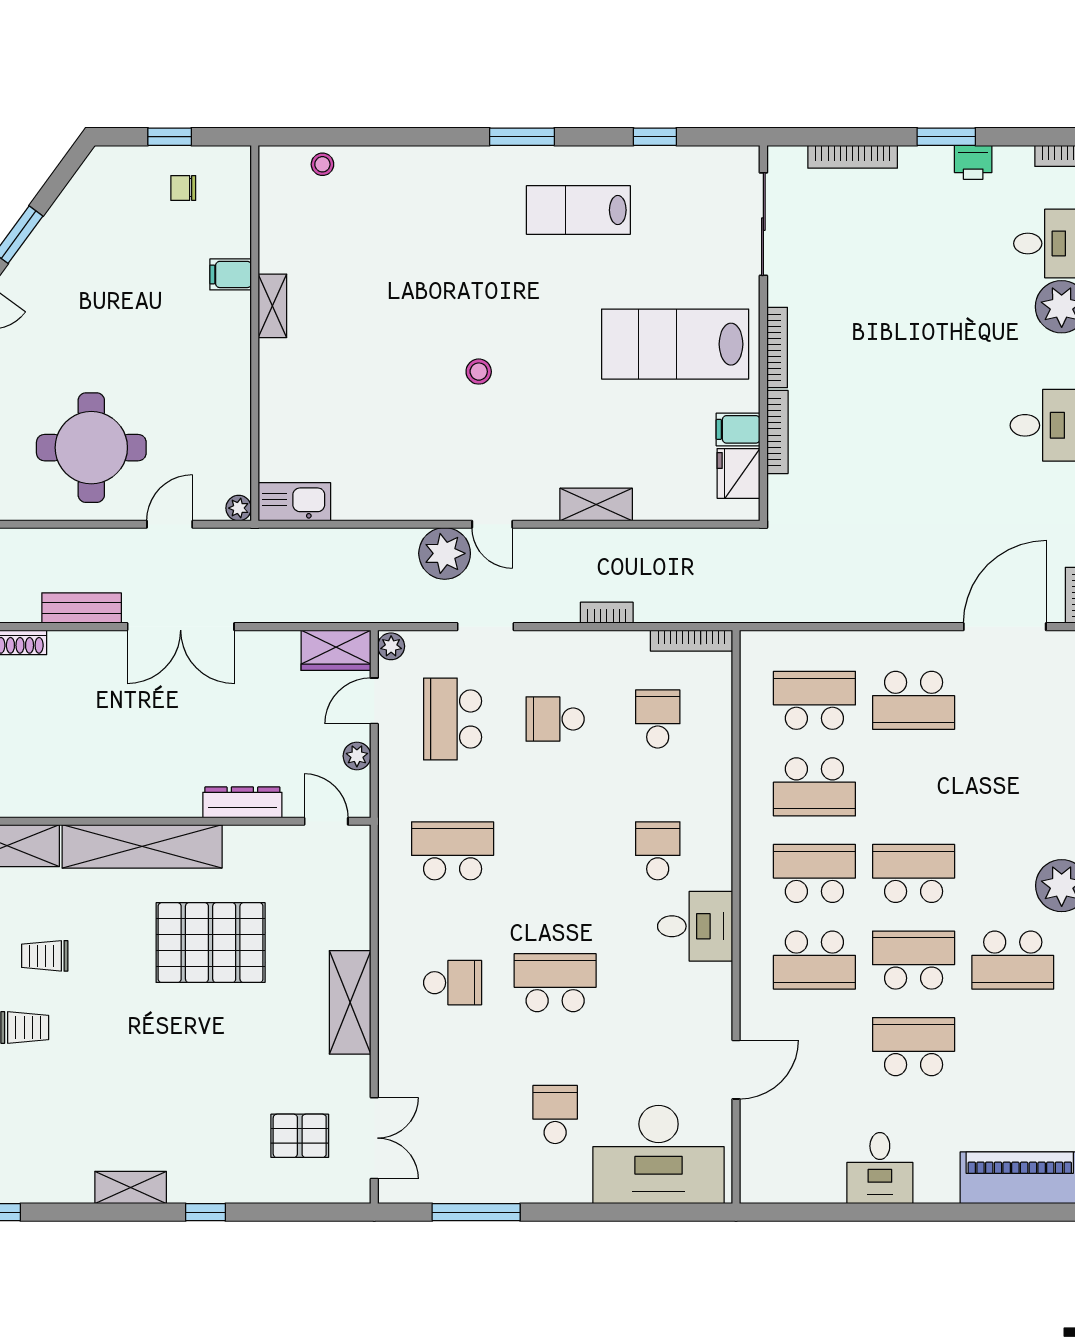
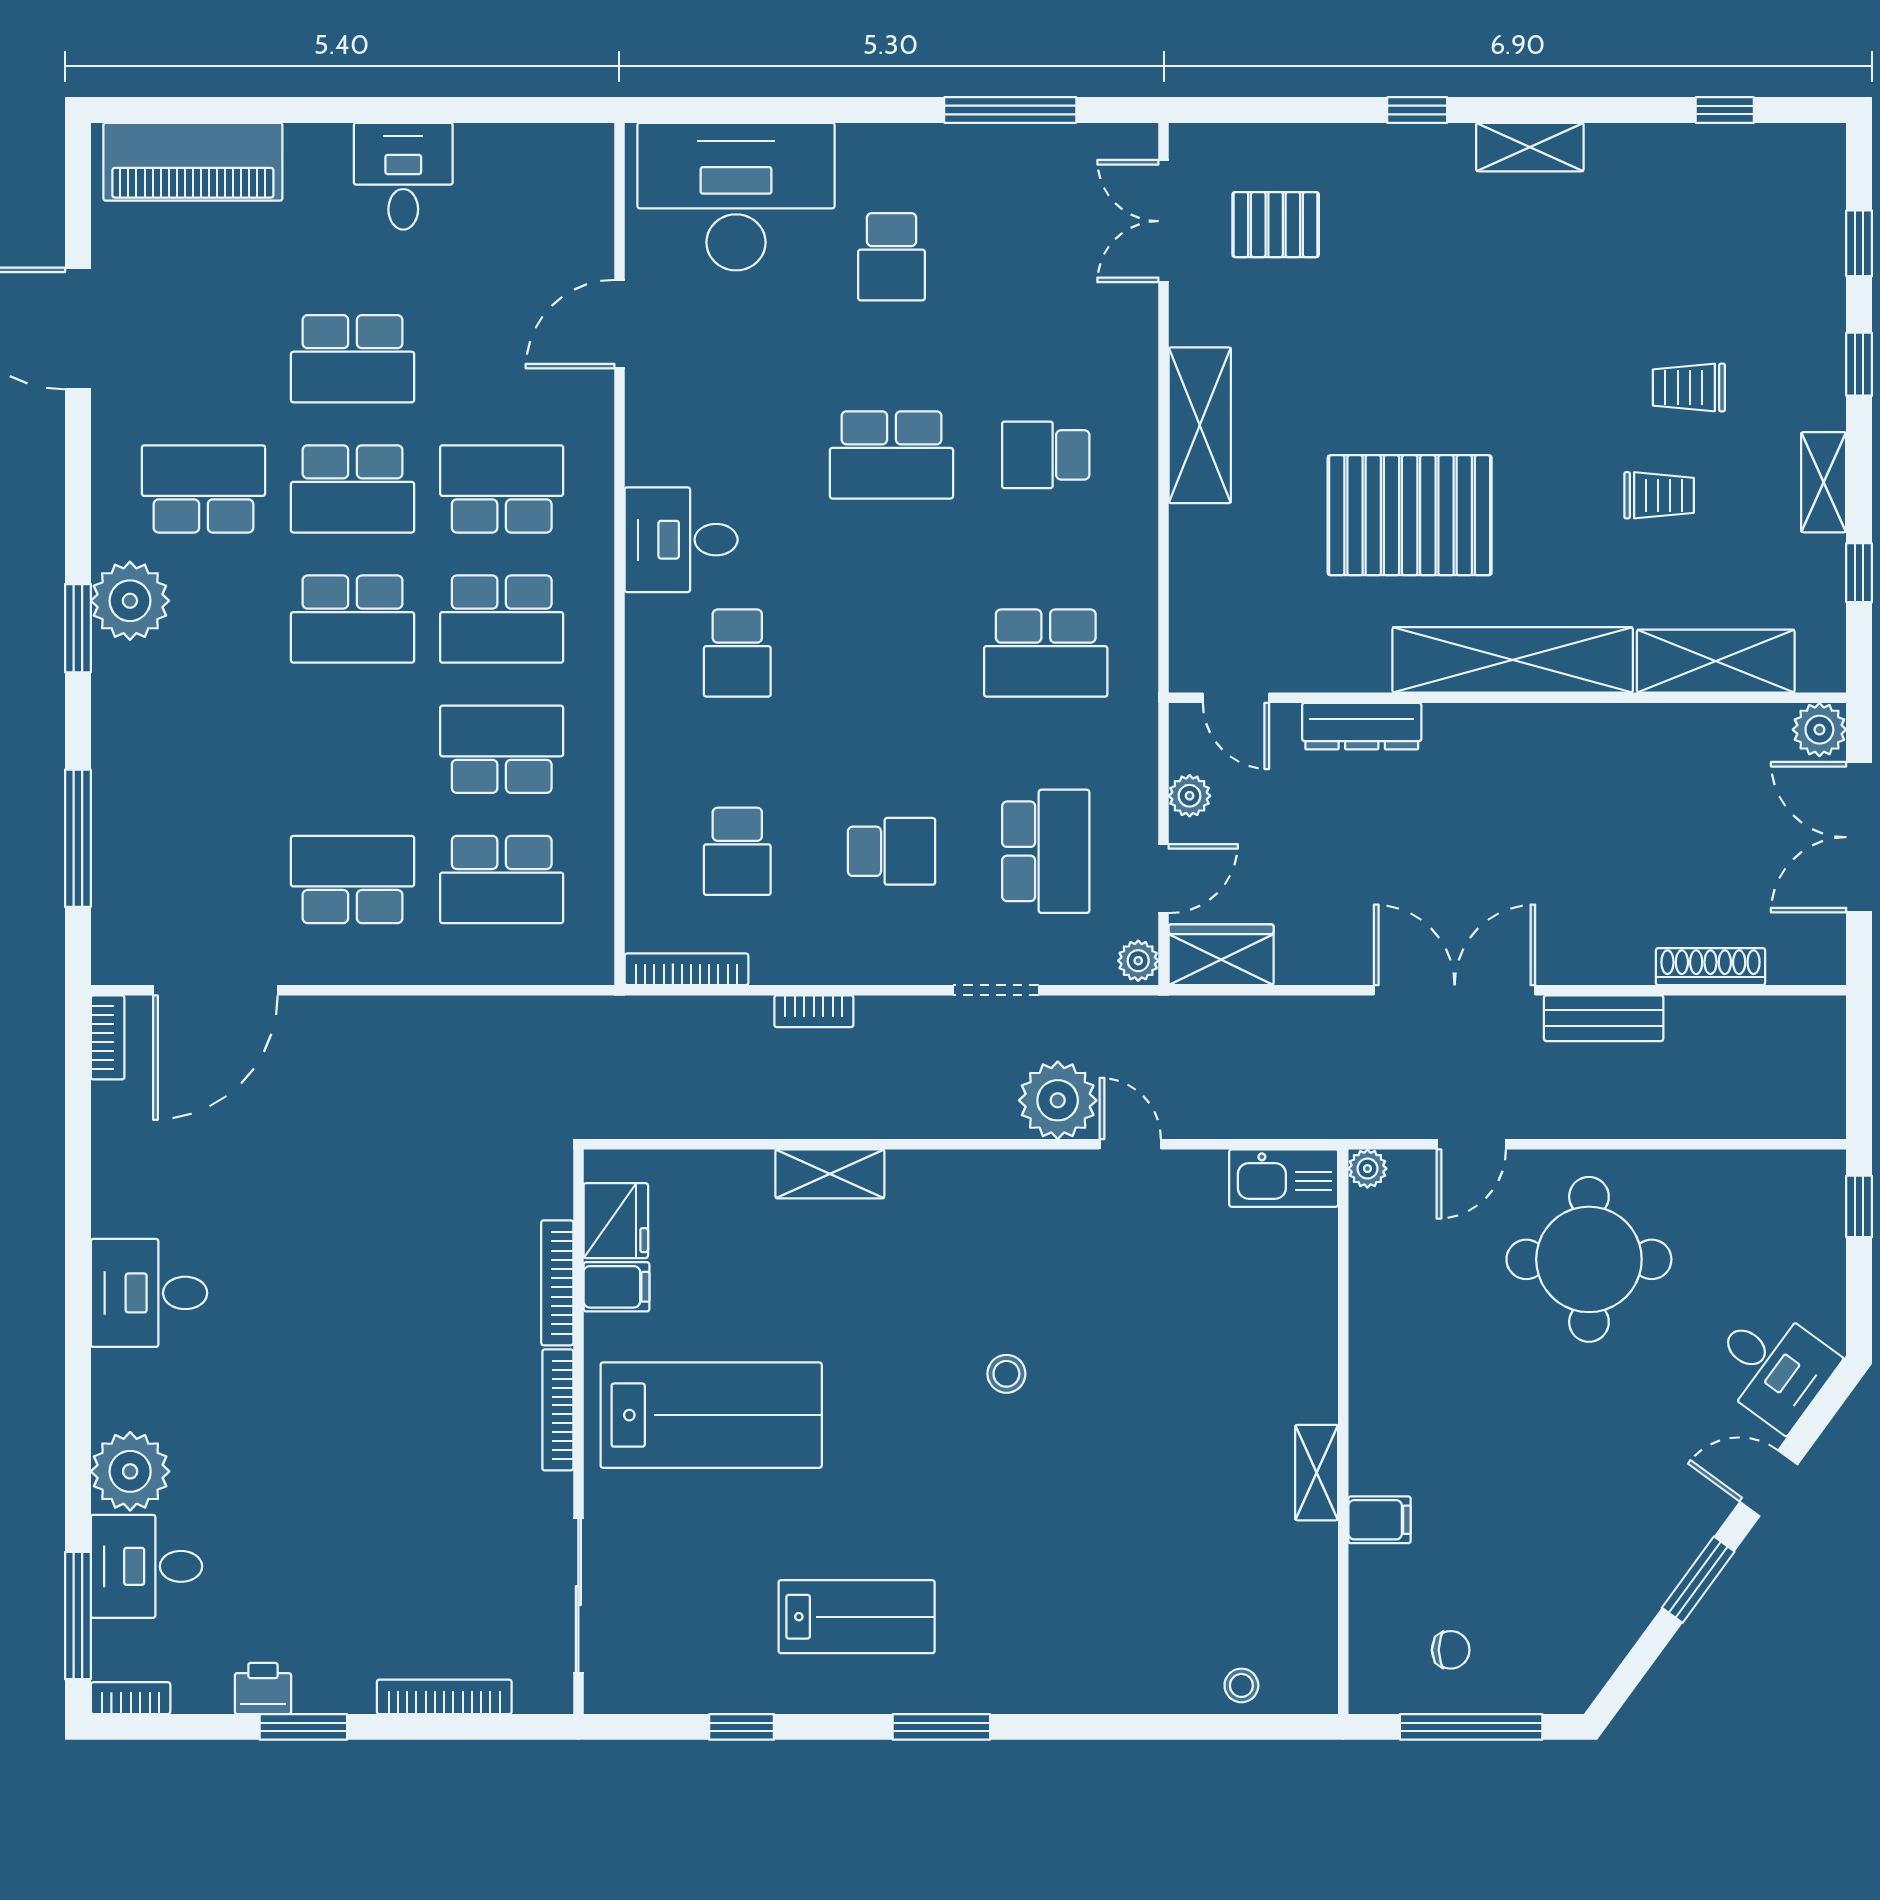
window: (170, 137) -> (1471, 1727), width x2.17
door: (492, 524) -> (1130, 1144), moved

